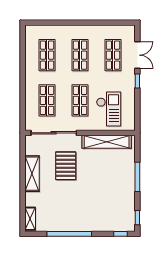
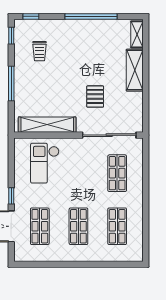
shop shelf: (80, 100) -> (78, 173), removed
pallet: (66, 166) -> (95, 96), width x0.67, depth x0.71
shelving: (32, 174) -> (135, 70), moved
trolley: (113, 204) -> (40, 51), added

